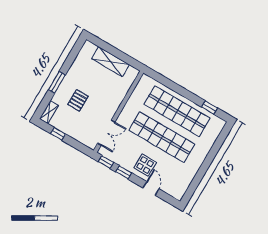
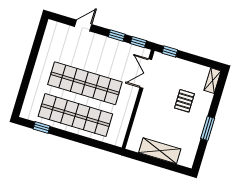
window: (57, 82) -> (208, 128), moved
window: (58, 134) -> (170, 51), moved
display table: (145, 165) -> (96, 49), removed
door: (151, 188) -> (83, 25), swing flipped

